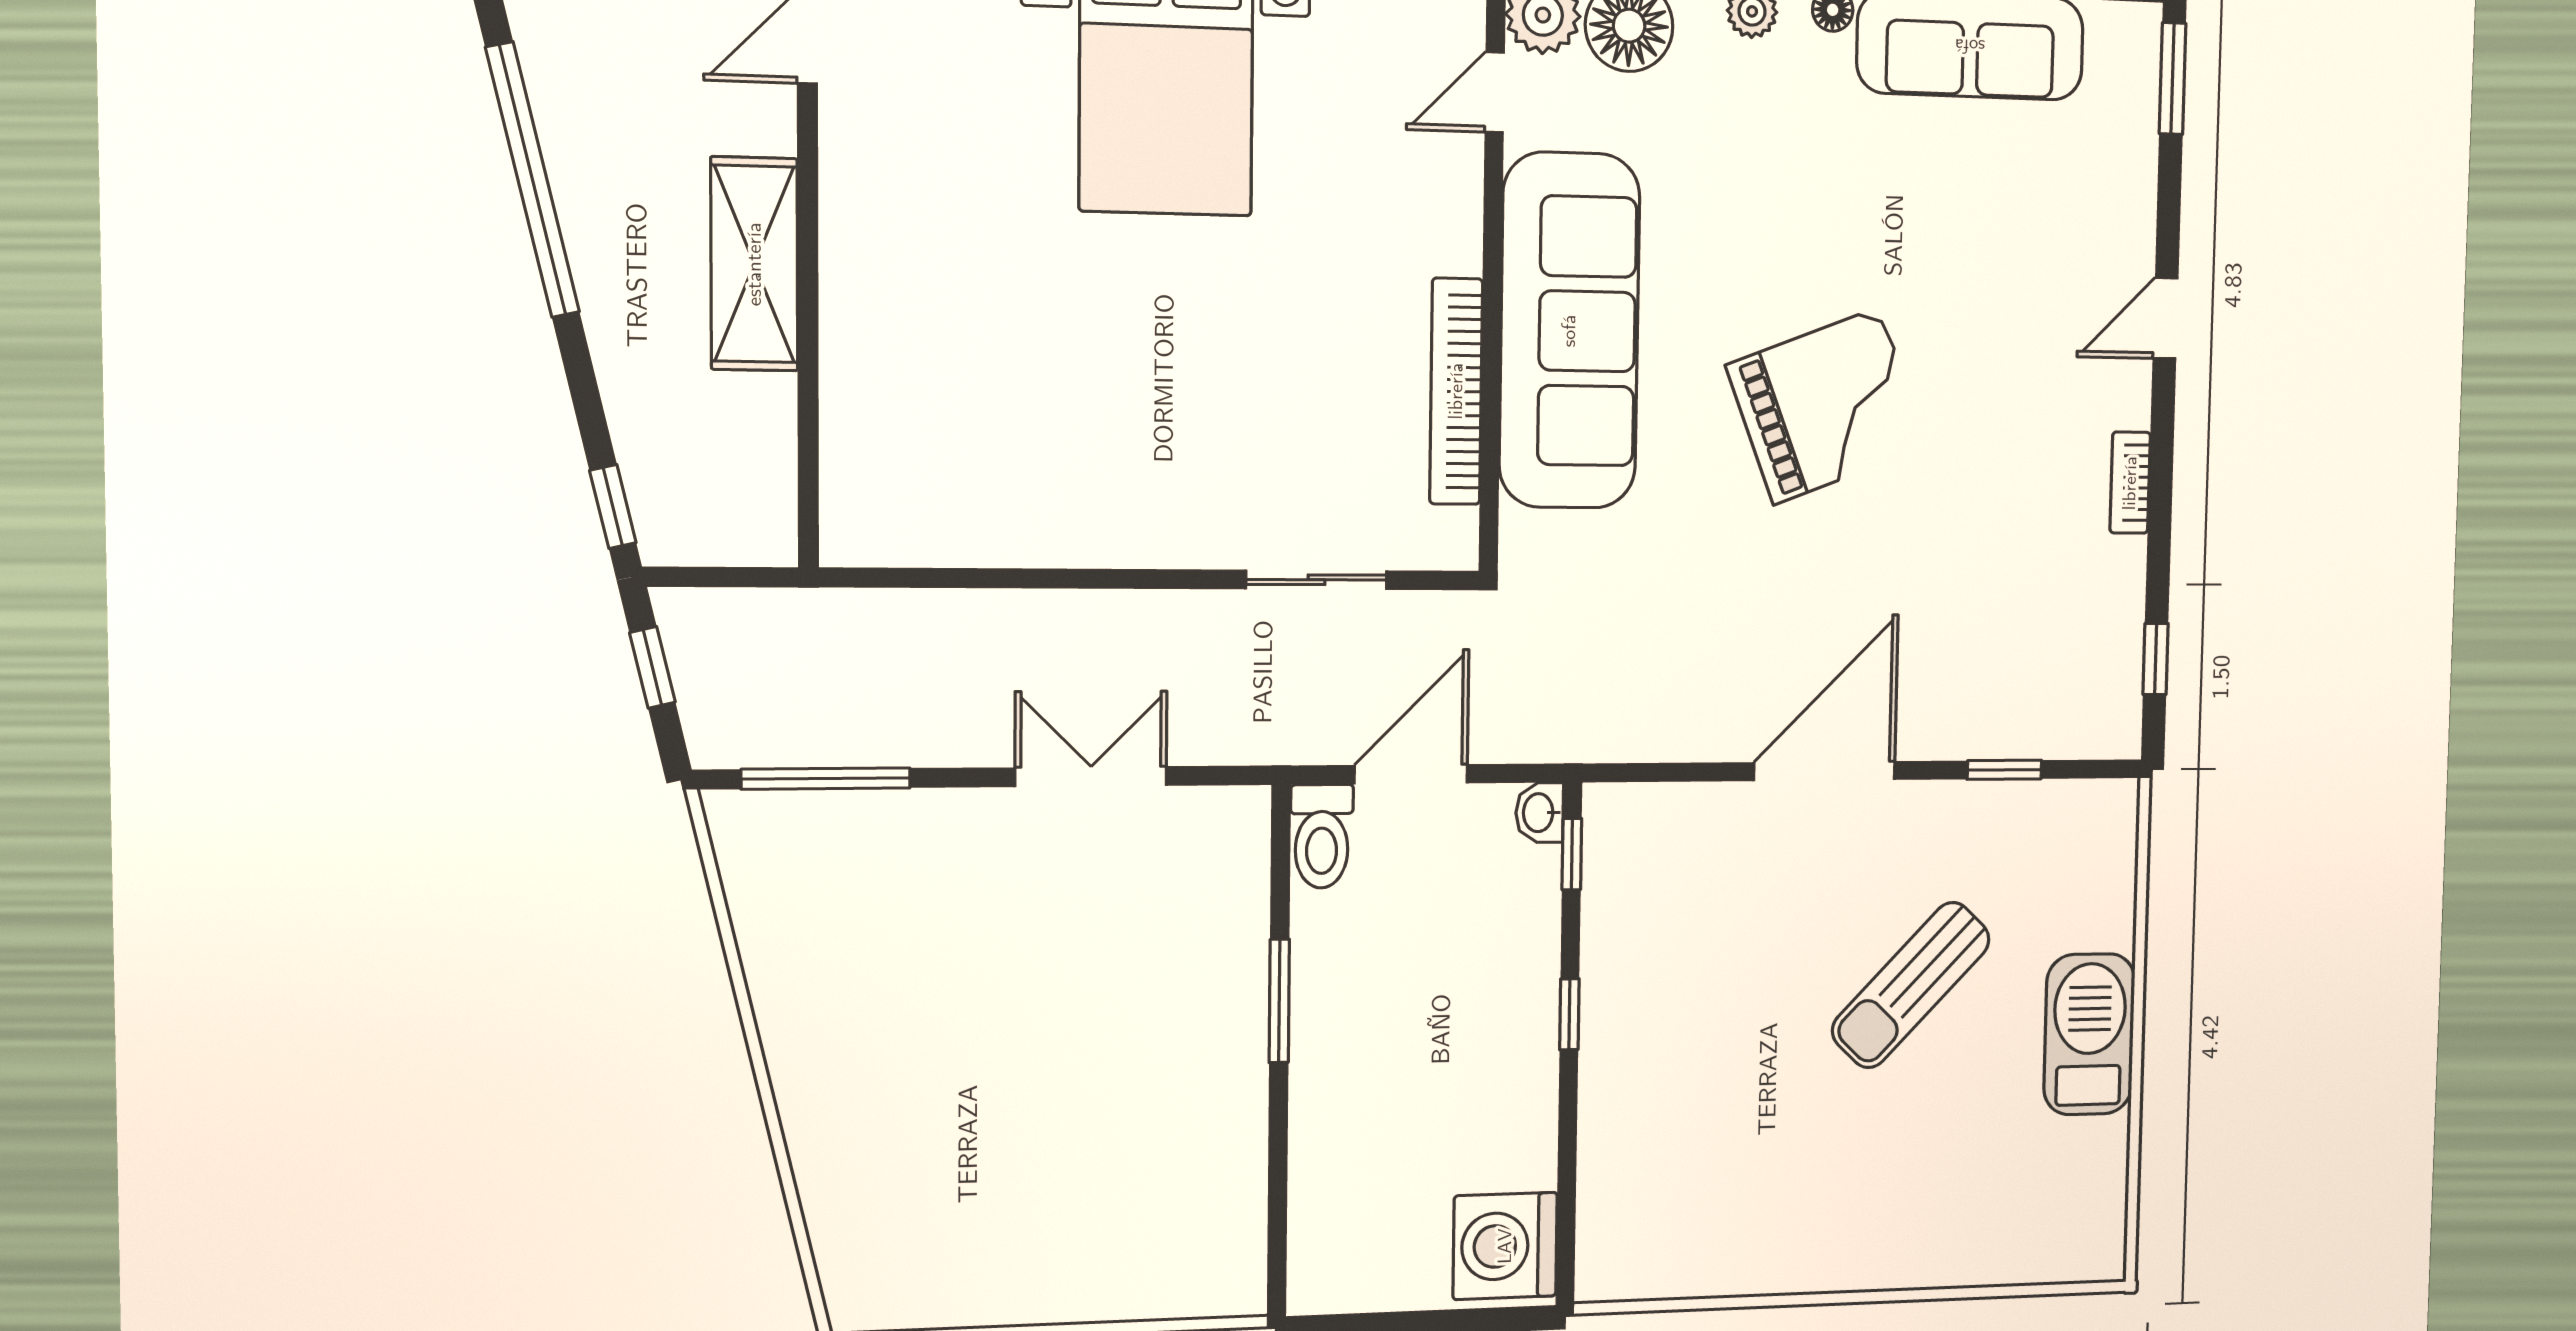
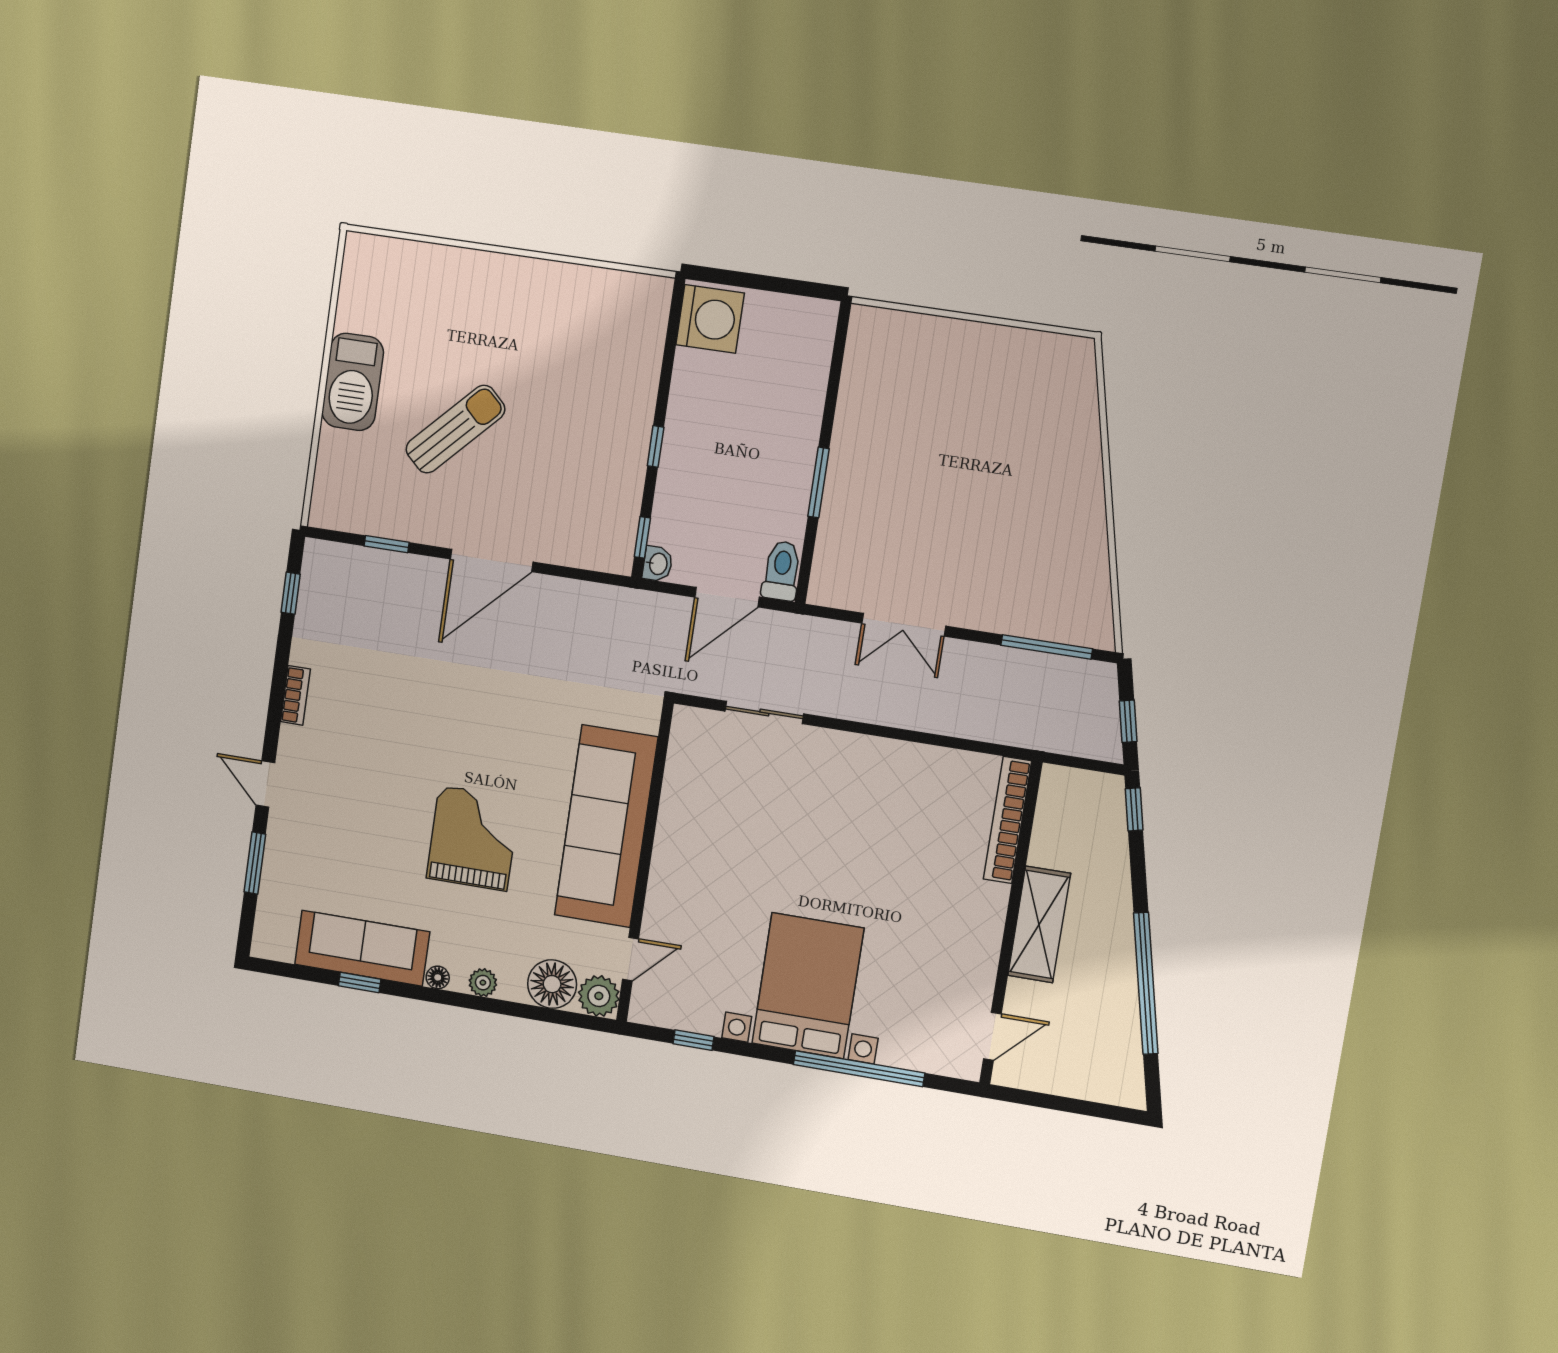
window: (2173, 79) -> (255, 863), moved
door: (2166, 318) -> (265, 784), swing flipped
bookcase: (1456, 391) -> (1008, 820), moved, turned 180
grand piano: (1827, 406) -> (473, 838), moved, turned 111

